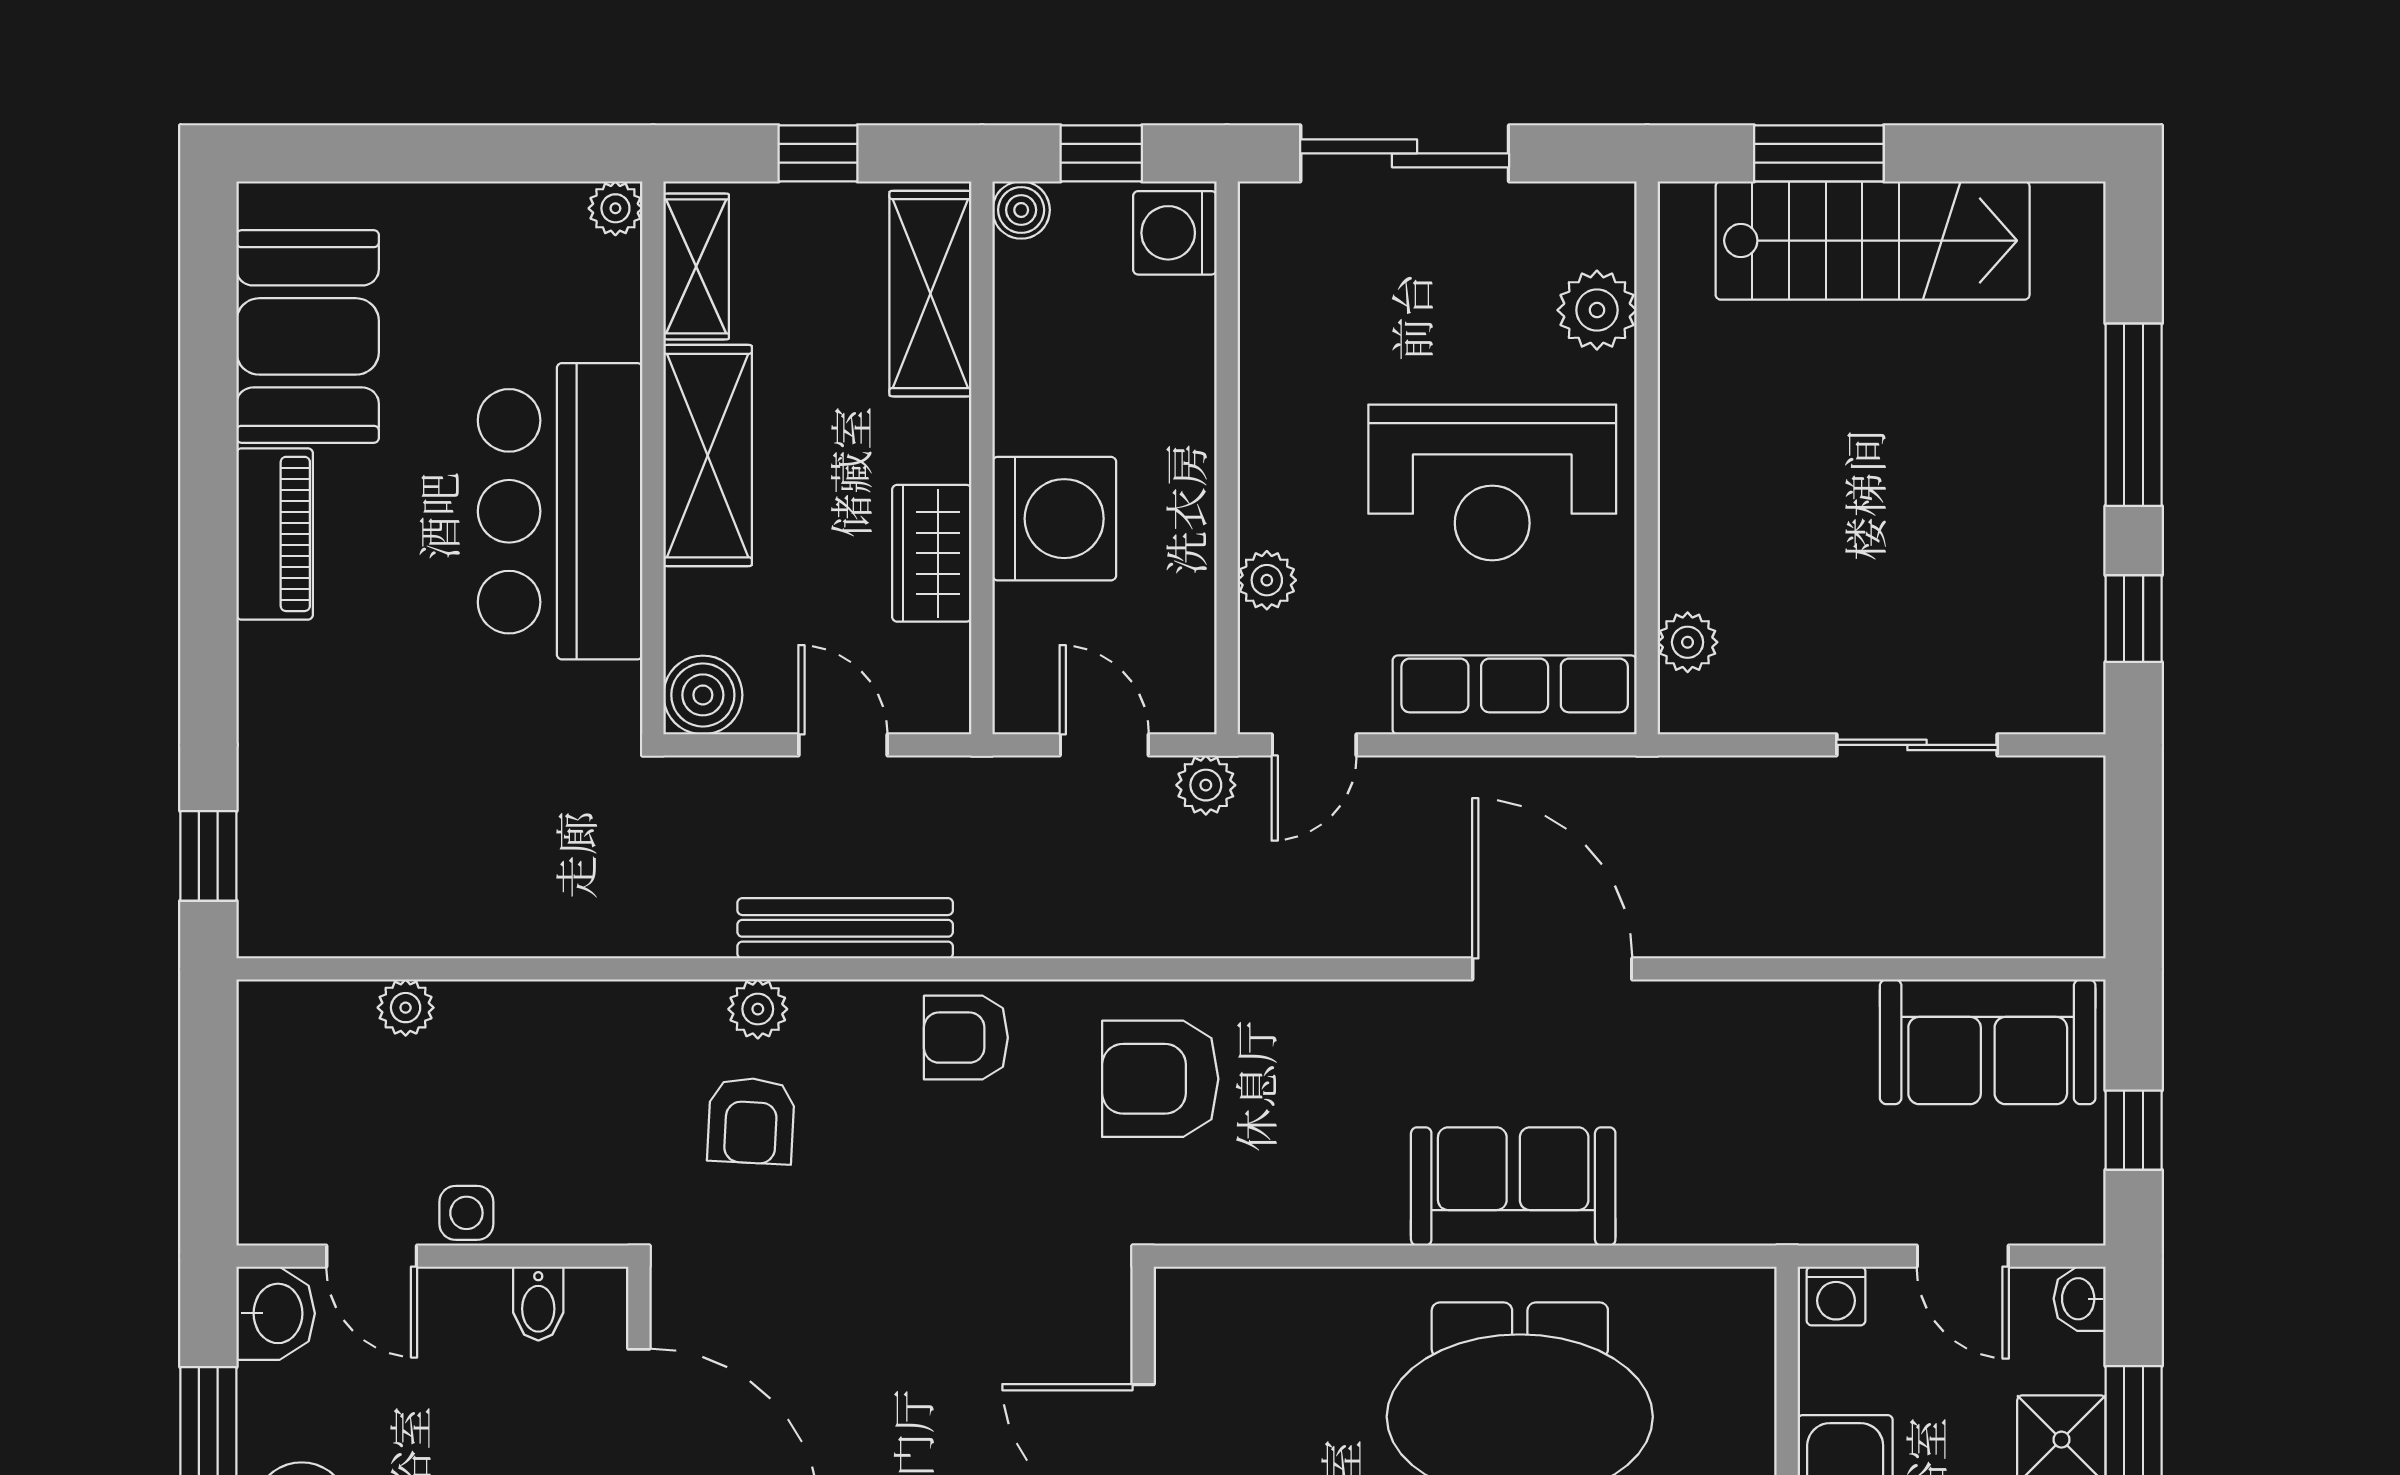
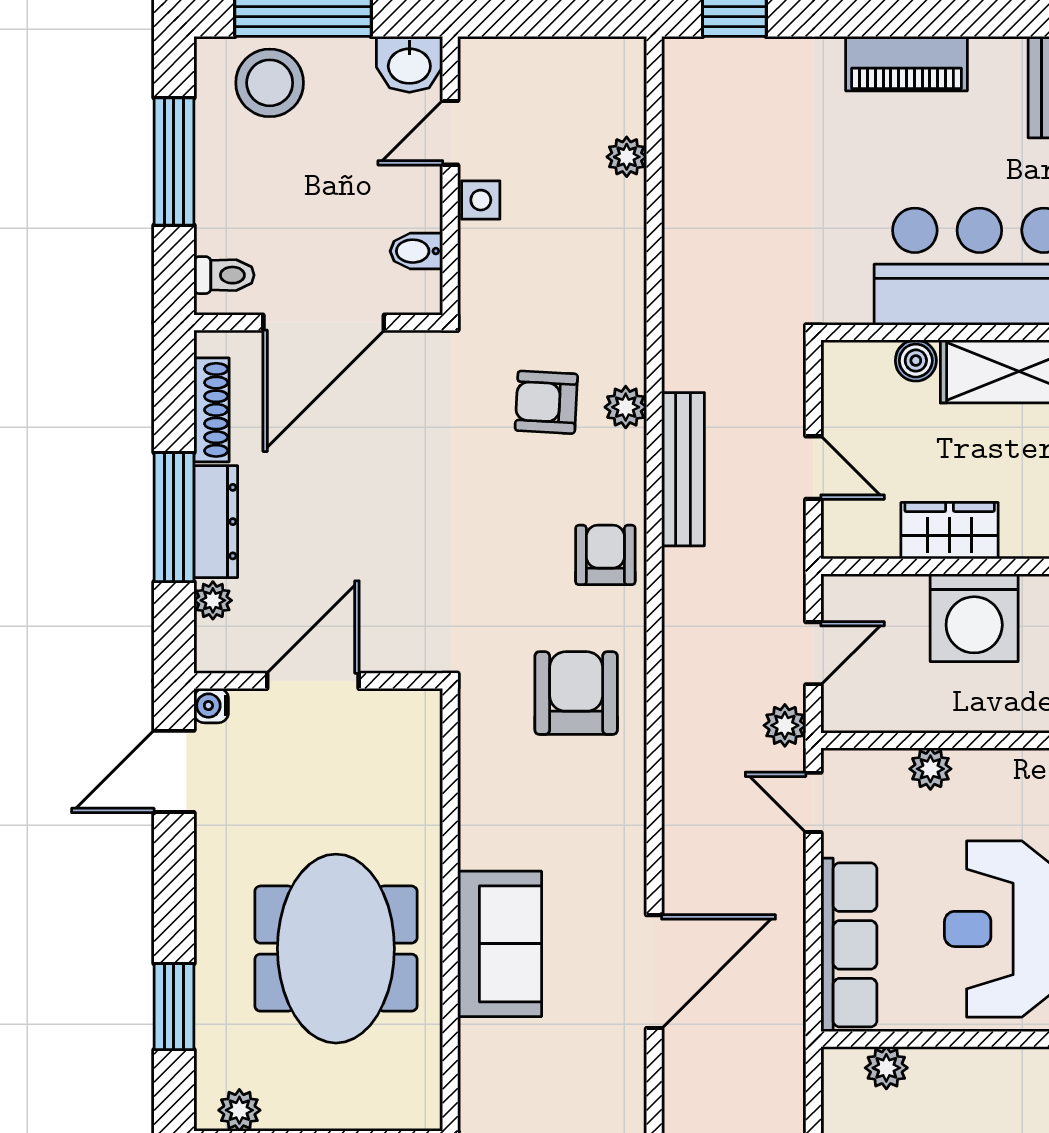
piano: (275, 534) -> (907, 64), moved
boiler: (703, 695) -> (916, 361), moved, width x0.73, depth x0.73
door: (843, 745) -> (813, 468), hinge flipped

